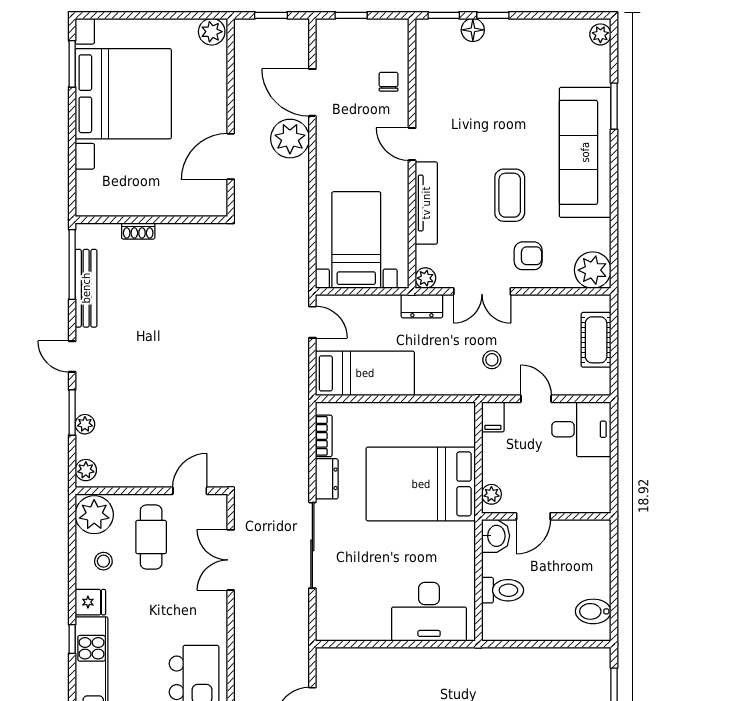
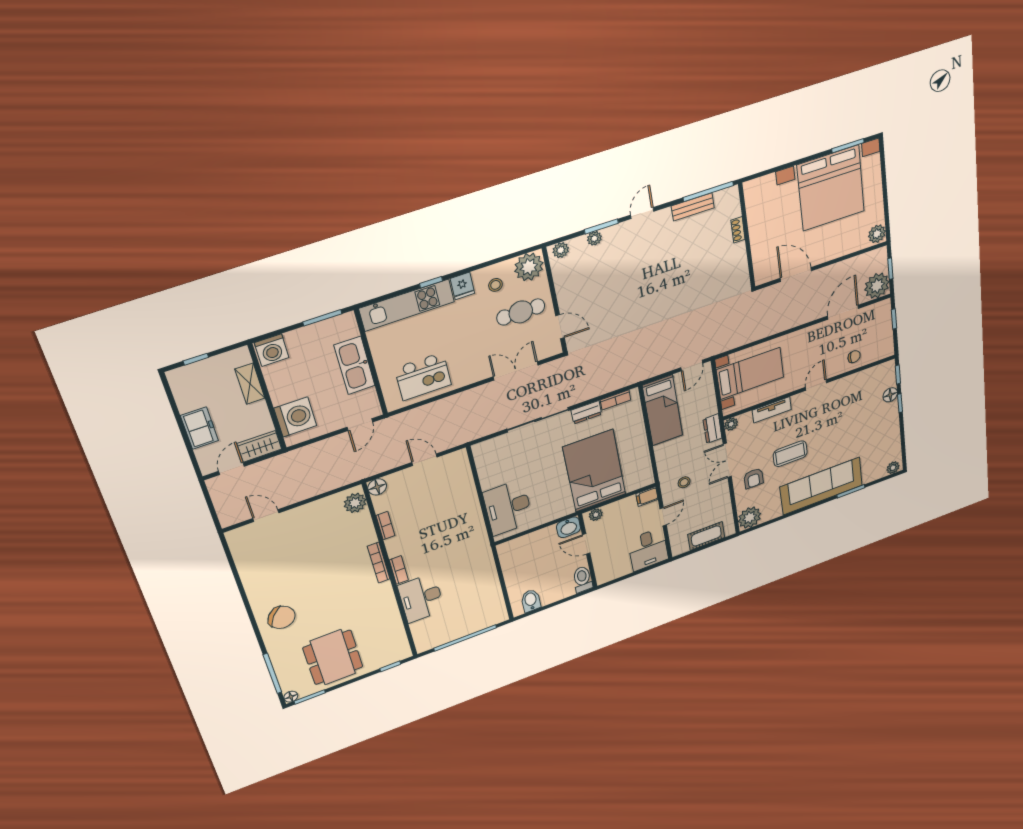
plant: (290, 139) -> (877, 286), moved
tv unit: (426, 203) -> (772, 410), width x0.71
bench: (86, 288) -> (693, 207), width x0.73
toilet: (503, 590) -> (582, 579), moved, turned 180

